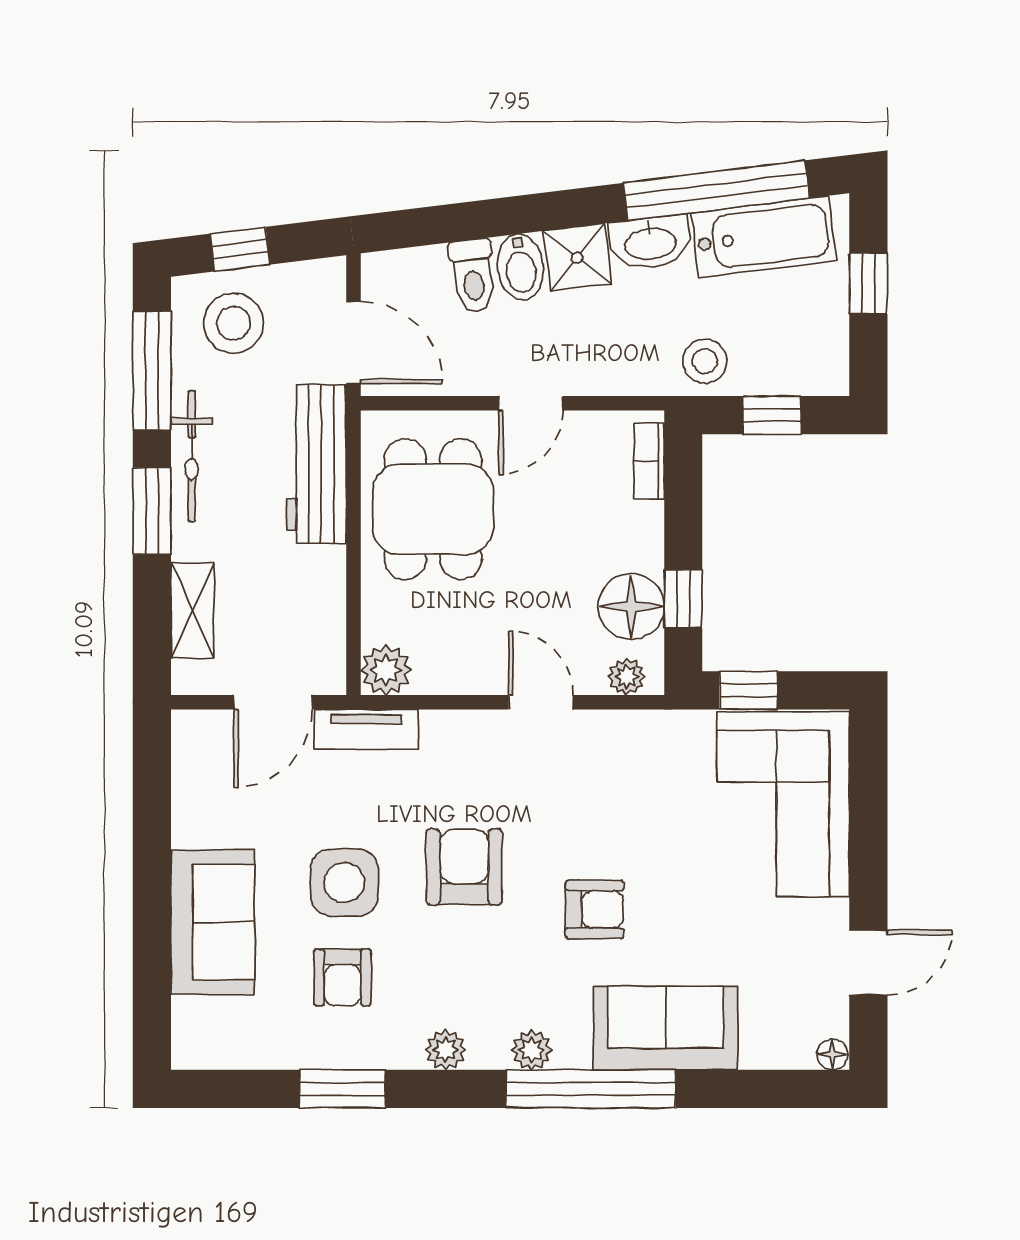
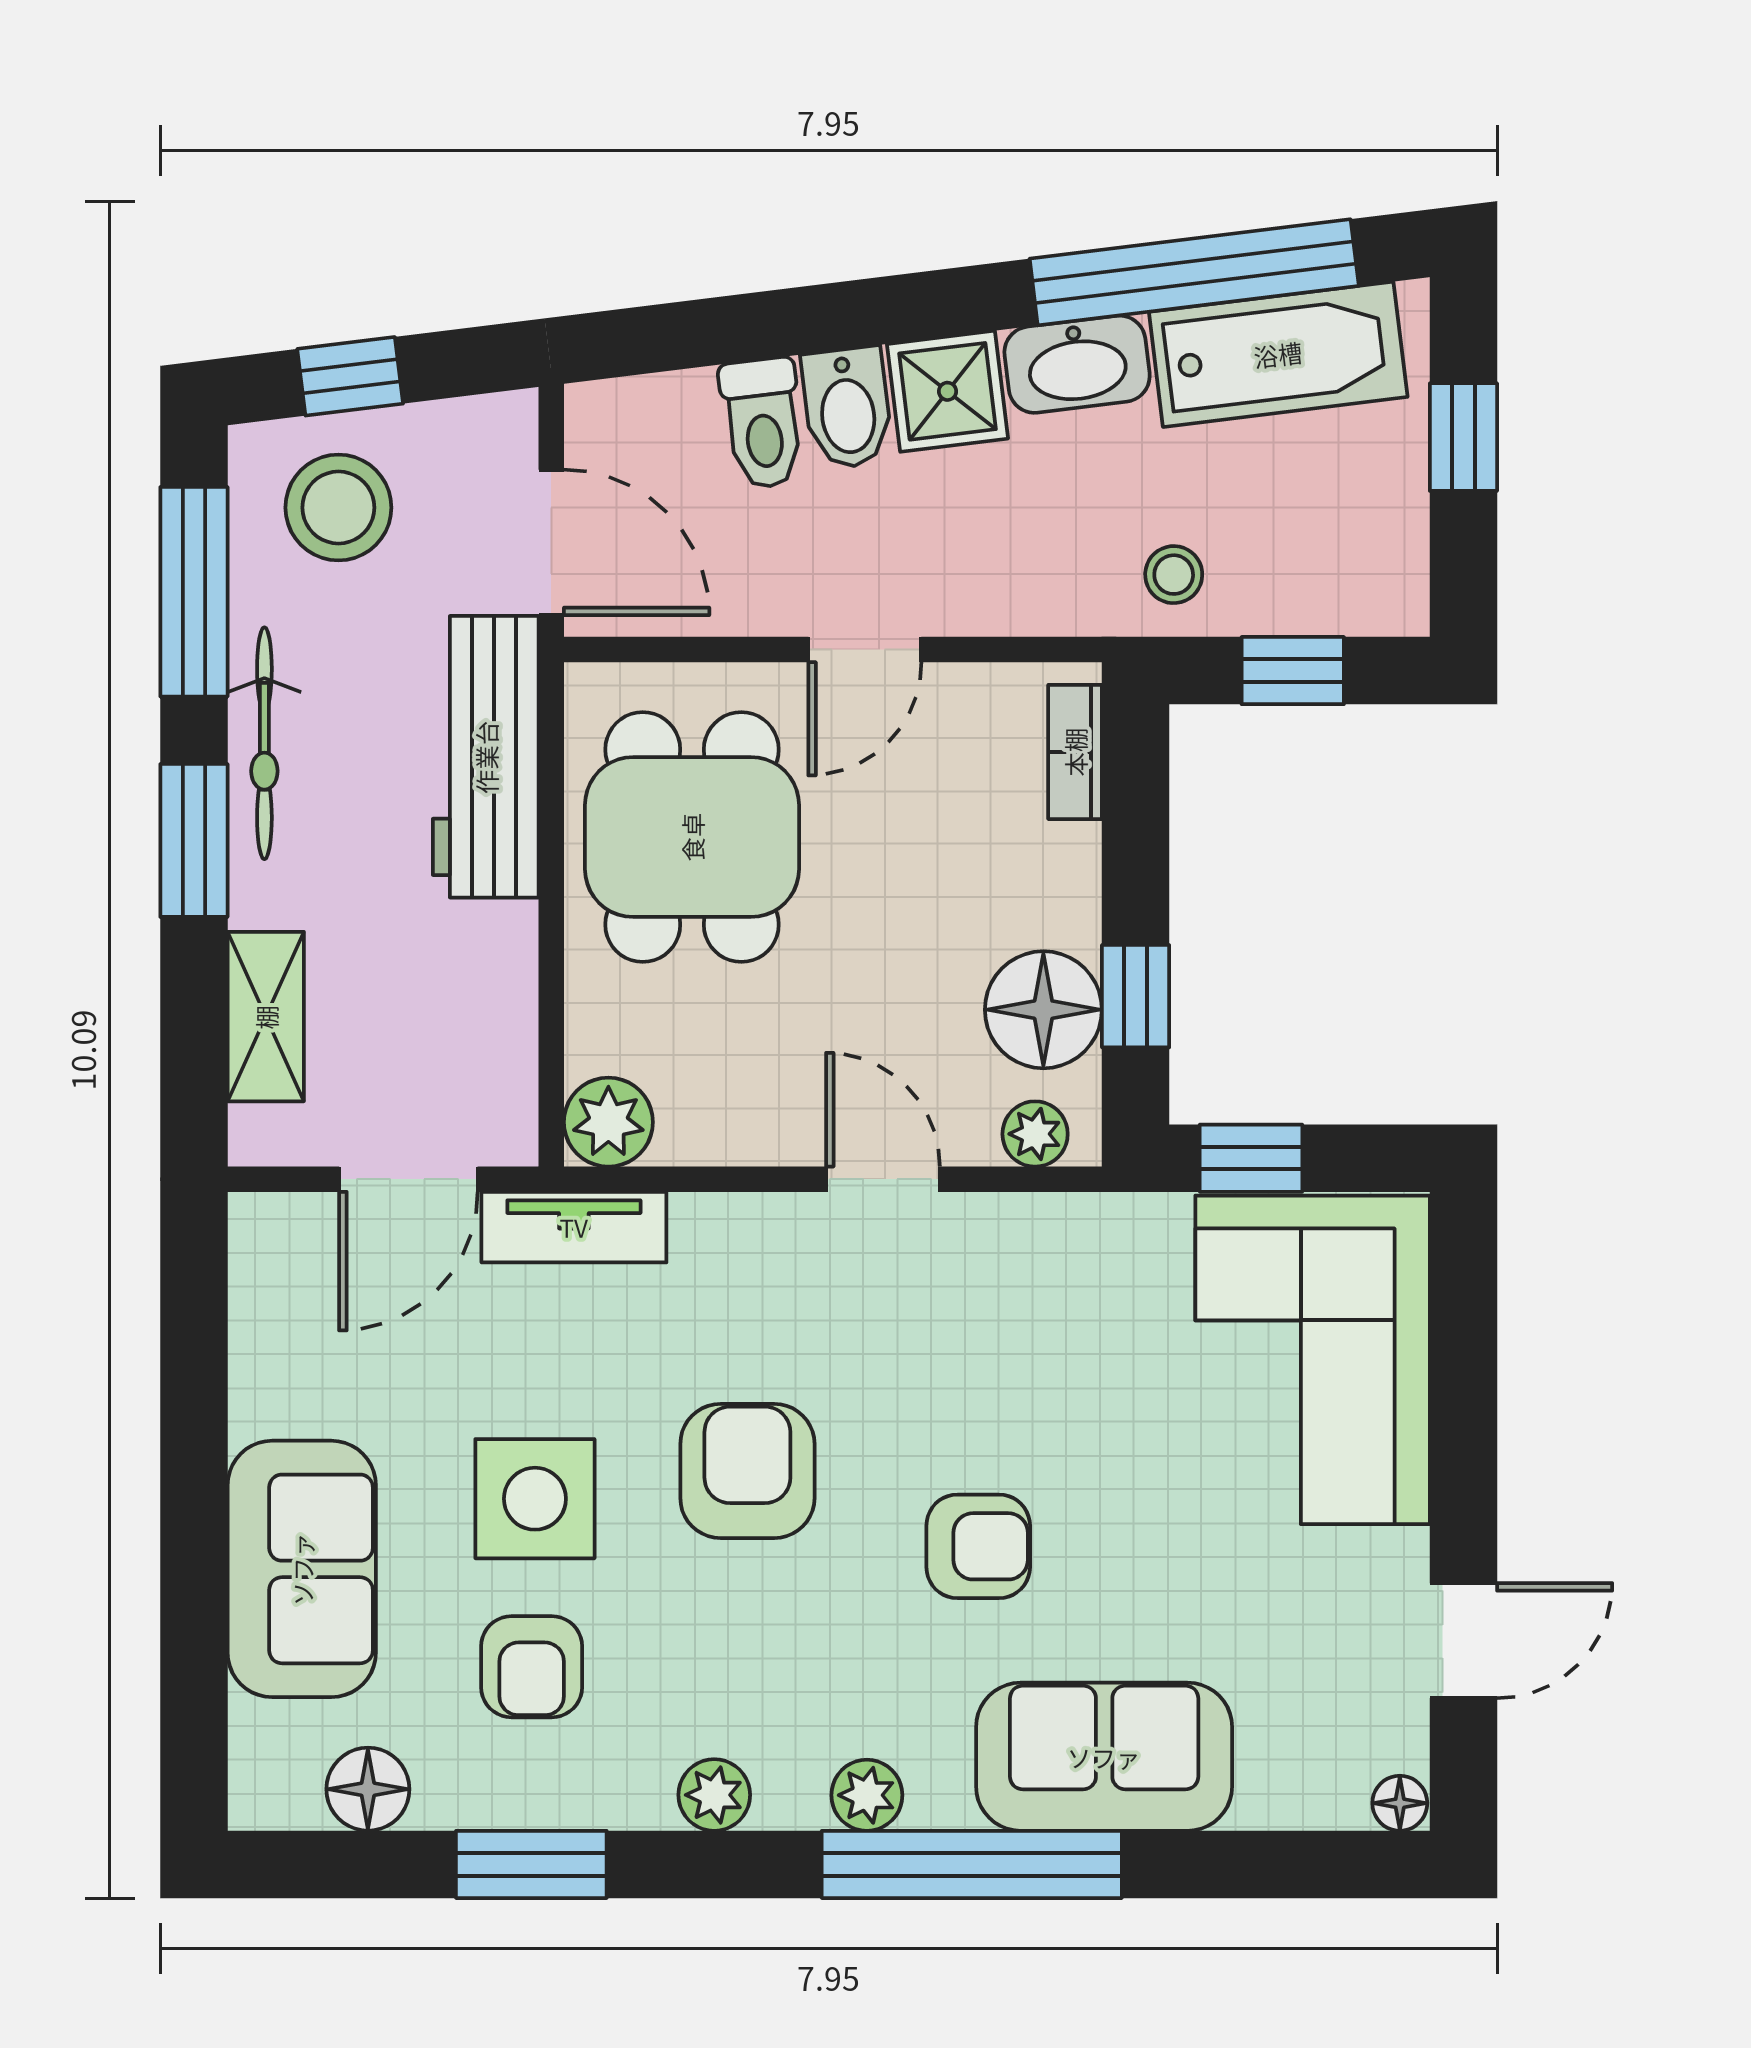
stool: (705, 361) -> (1174, 575), width x0.73, depth x0.73
floor lamp: (250, 1046) -> (368, 1789), added

